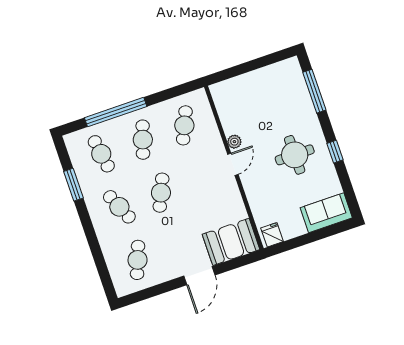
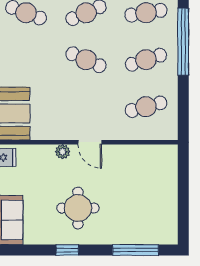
cafe table: (184, 125) -> (146, 107), turned -39
cafe table: (143, 140) -> (146, 60), turned -36
plant: (234, 142) -> (63, 152), moved

